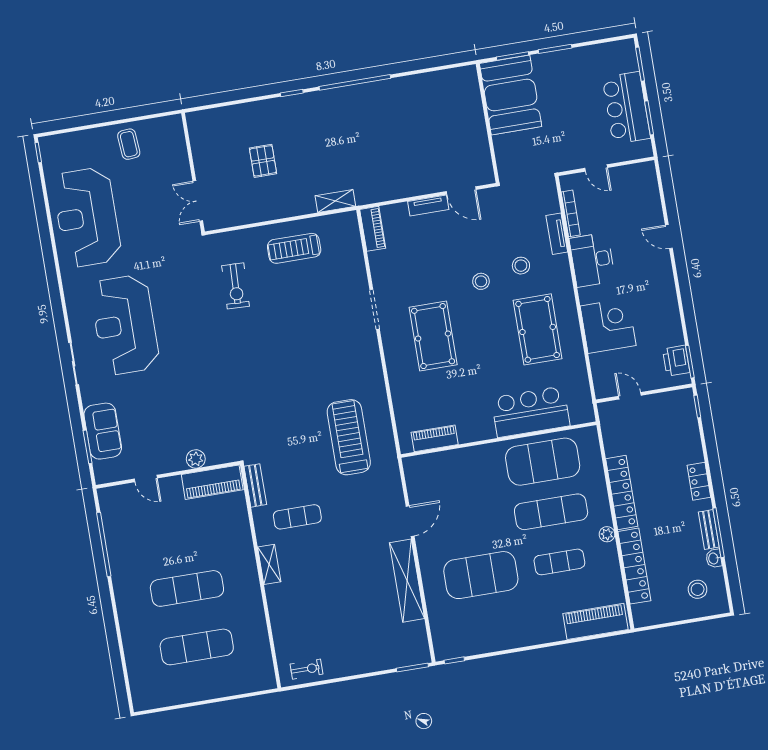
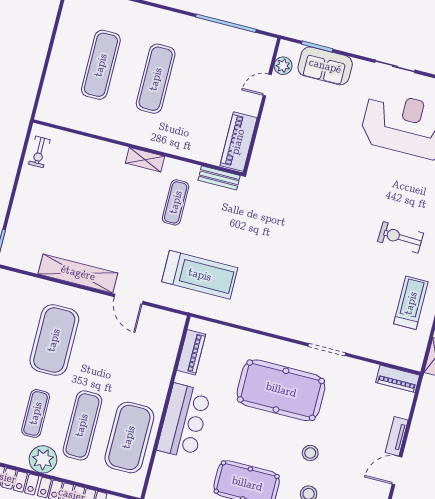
pool table: (433, 336) -> (281, 390), width x1.36, depth x1.32
bar counter: (531, 412) -> (184, 421), moved
treadmill: (349, 437) -> (200, 275), moved
plant: (196, 459) -> (283, 66), moved
plant: (607, 534) -> (43, 459), width x1.88, depth x1.88

